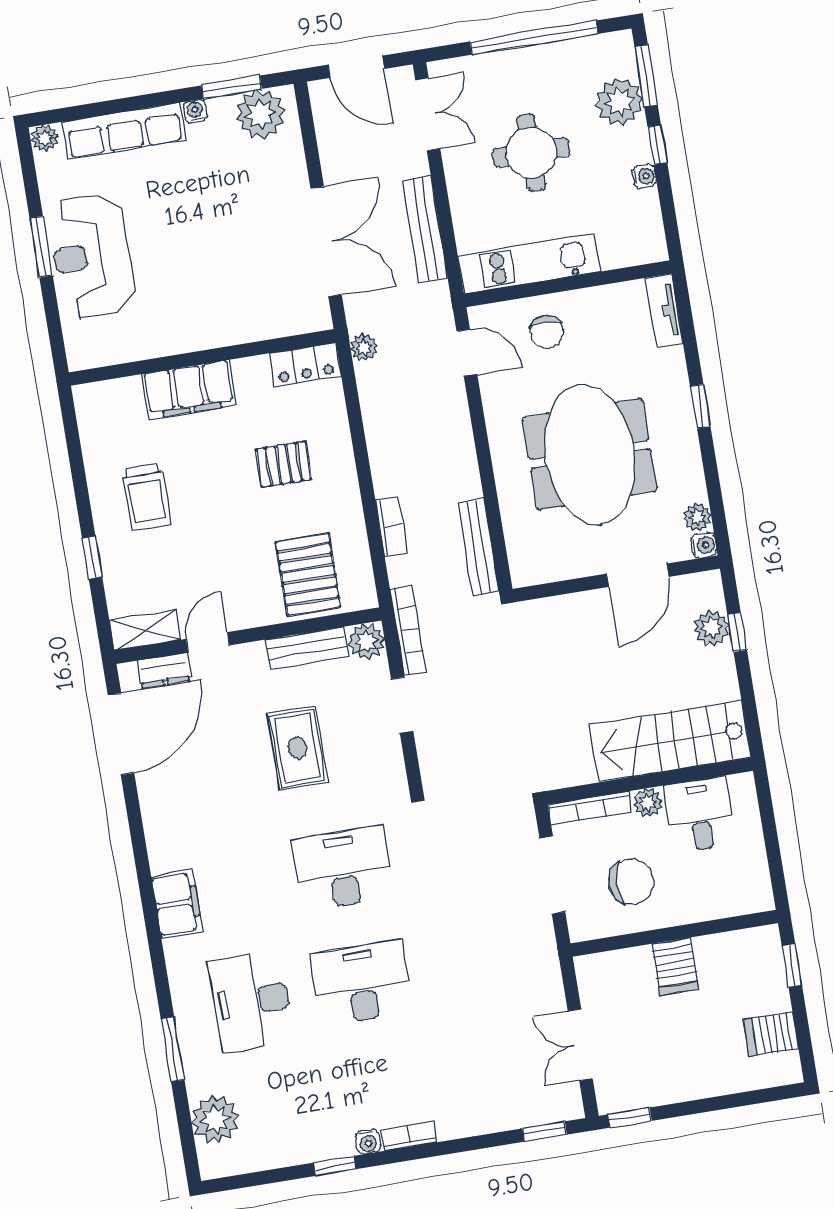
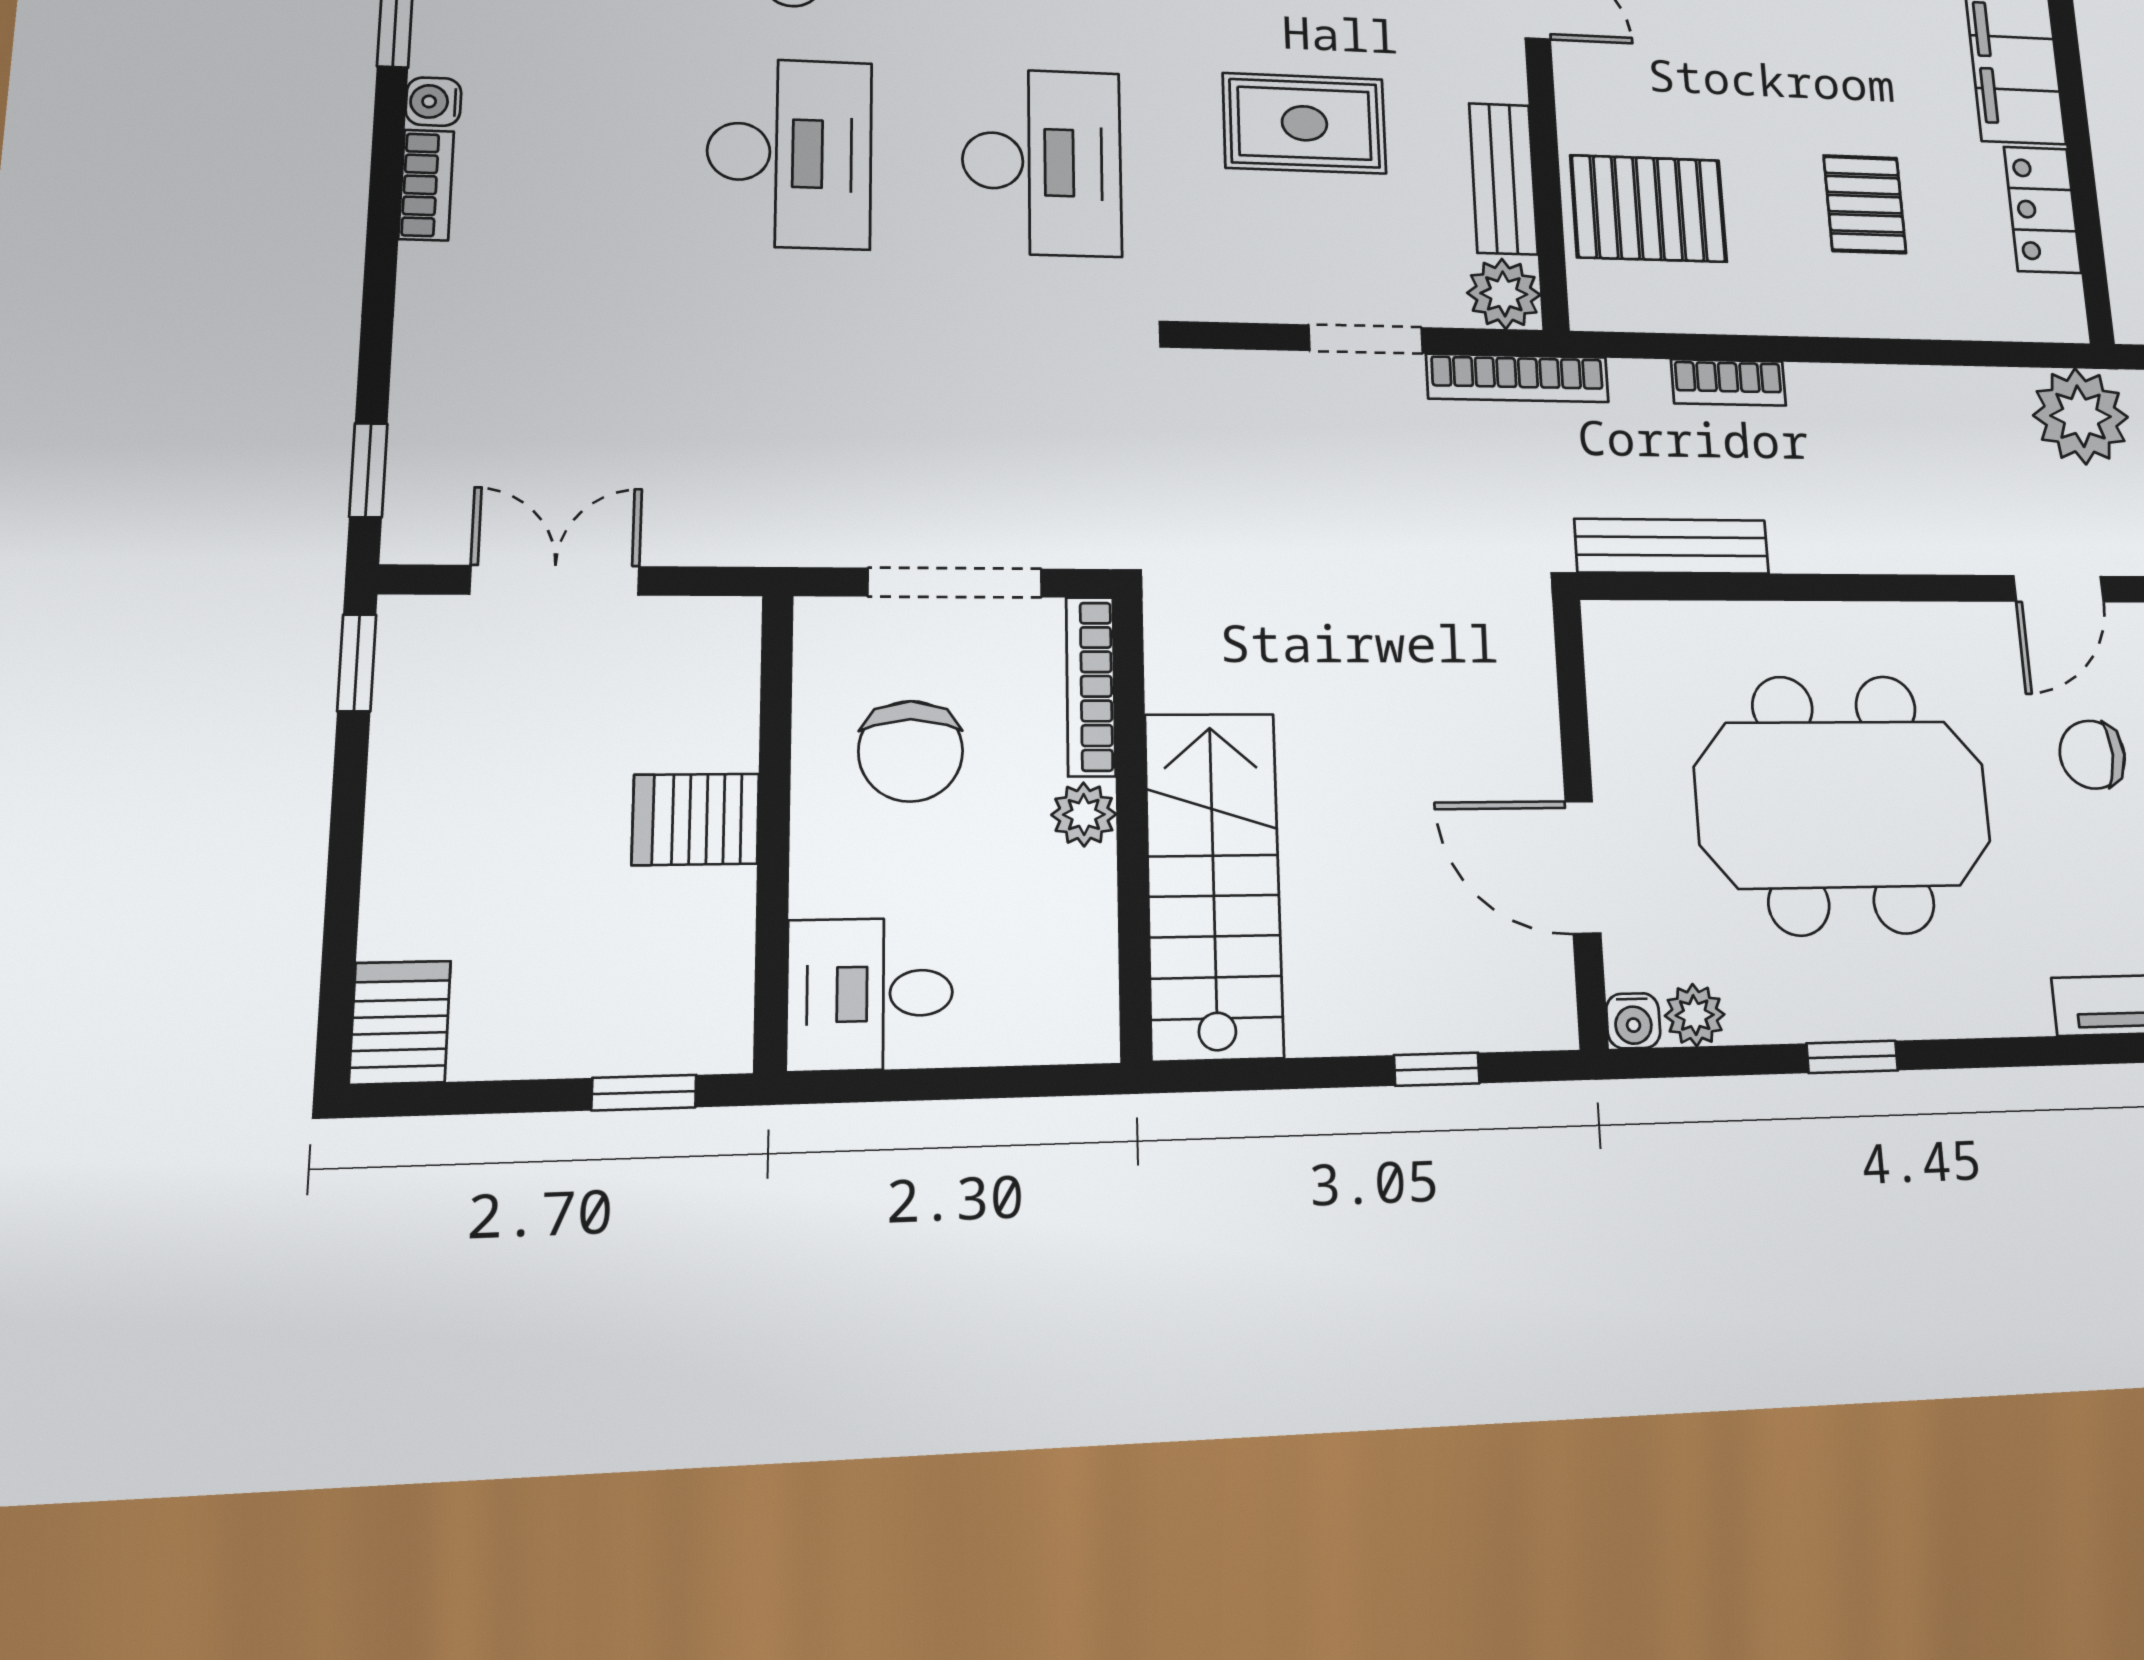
plant: (364, 347) -> (2081, 416), width x1.87, depth x1.87
locker: (305, 365) -> (2042, 210), moved
window: (700, 406) -> (1852, 1057), moved
plant: (712, 628) -> (1453, 1013), removed
desk: (700, 815) -> (870, 994), moved, turned 180
server rack: (771, 1034) -> (400, 1022), moved

